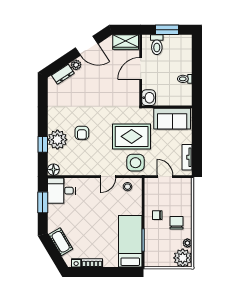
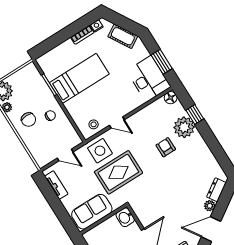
door: (108, 177) -> (117, 123), swing flipped
desk: (61, 191) -> (149, 79), width x1.37
bed: (130, 241) -> (79, 78), moved, turned -90

